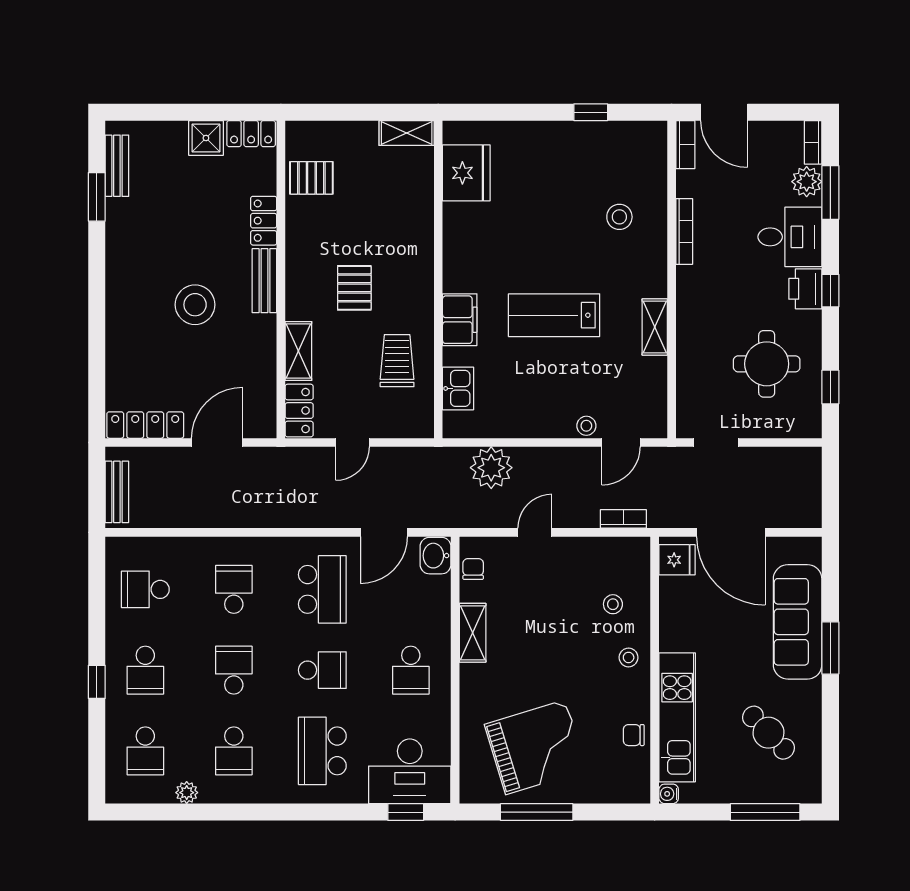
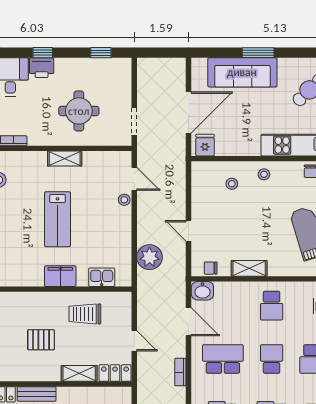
round table: (767, 364) -> (79, 111), moved
bookcase: (623, 519) -> (180, 372), moved
school desk: (411, 670) -> (272, 306), turned 90

